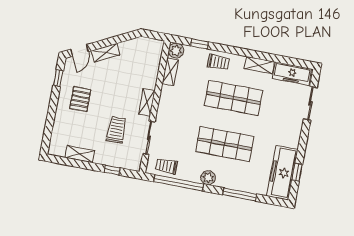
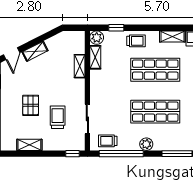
pallet: (80, 99) -> (31, 105), moved
shelving: (147, 102) -> (80, 66), moved
window: (112, 170) -> (72, 154), moved

